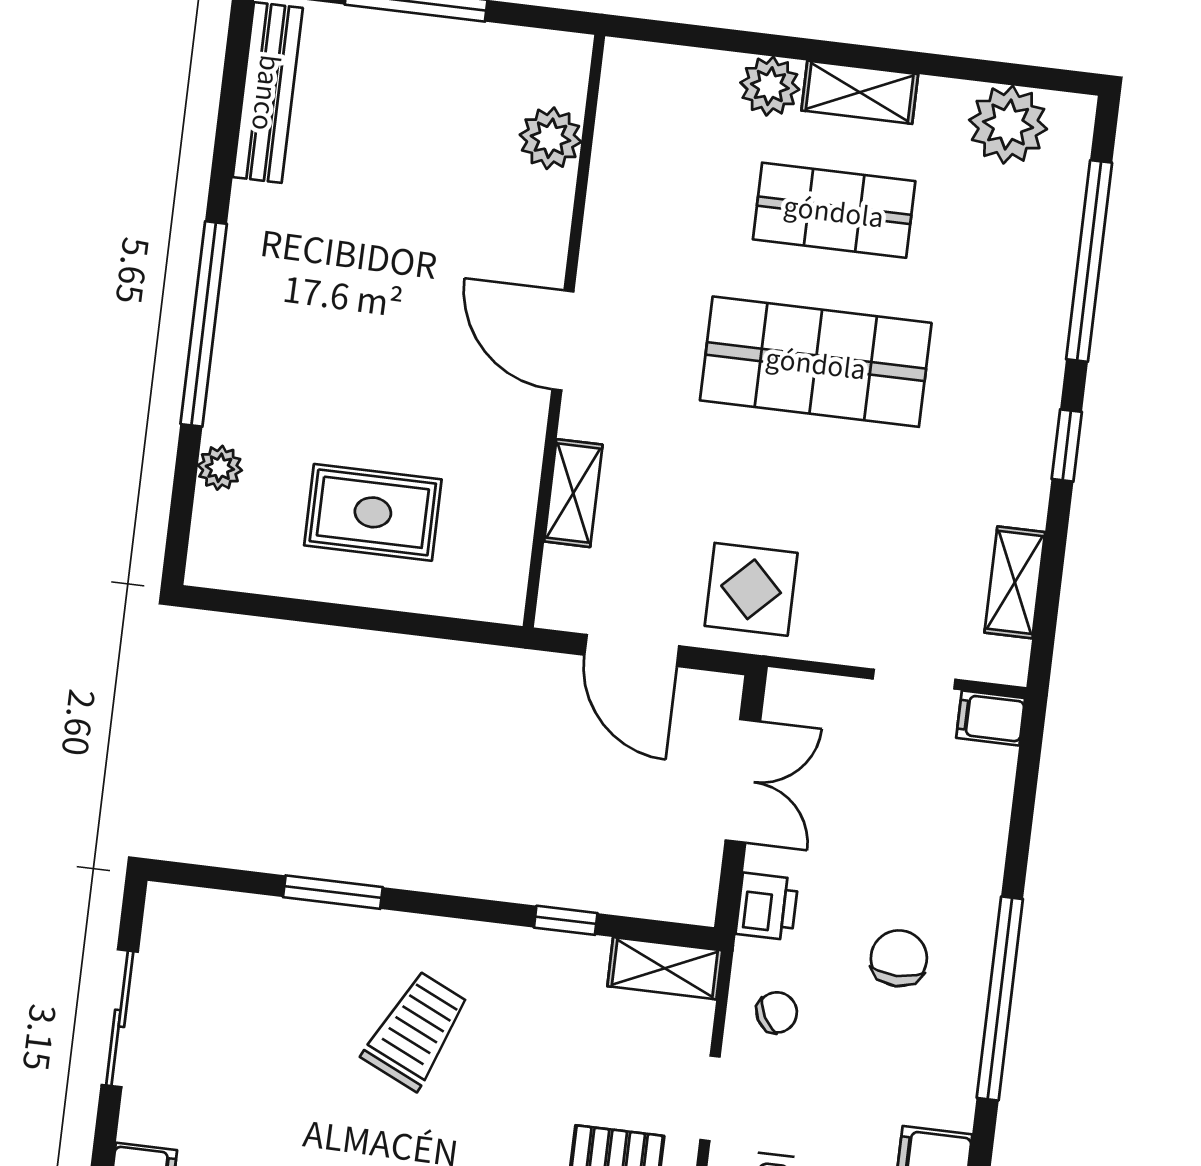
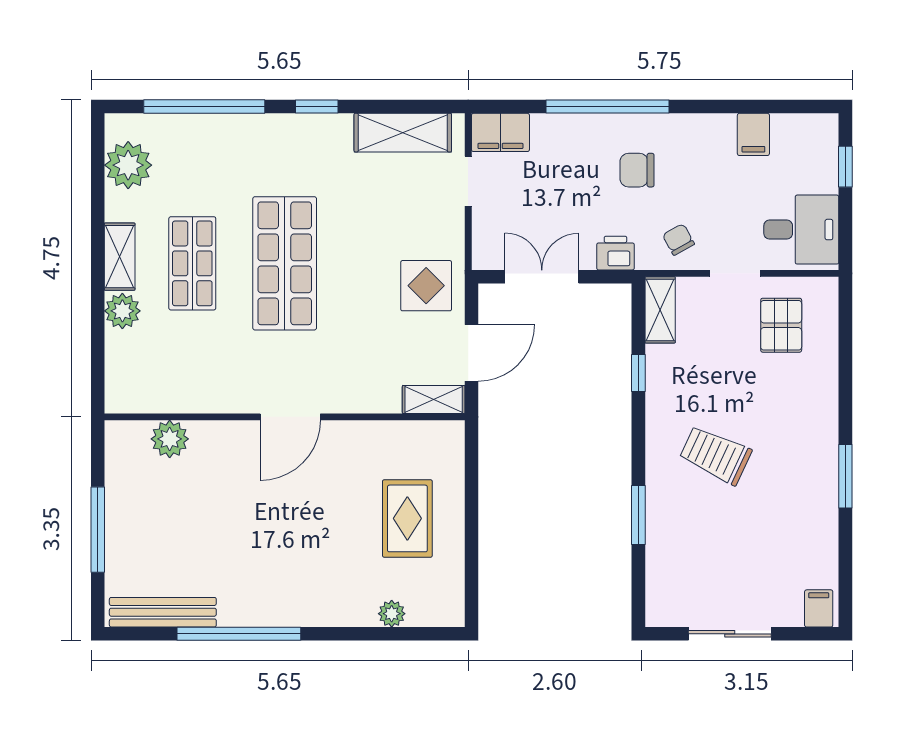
window: (204, 324) -> (239, 634), moved
shelving: (573, 493) -> (434, 399), moved
shelving: (1015, 582) -> (403, 133), width x1.50, depth x1.33
filing cabinet: (991, 718) -> (500, 132), width x2.00
window: (1000, 998) -> (608, 106), moved

